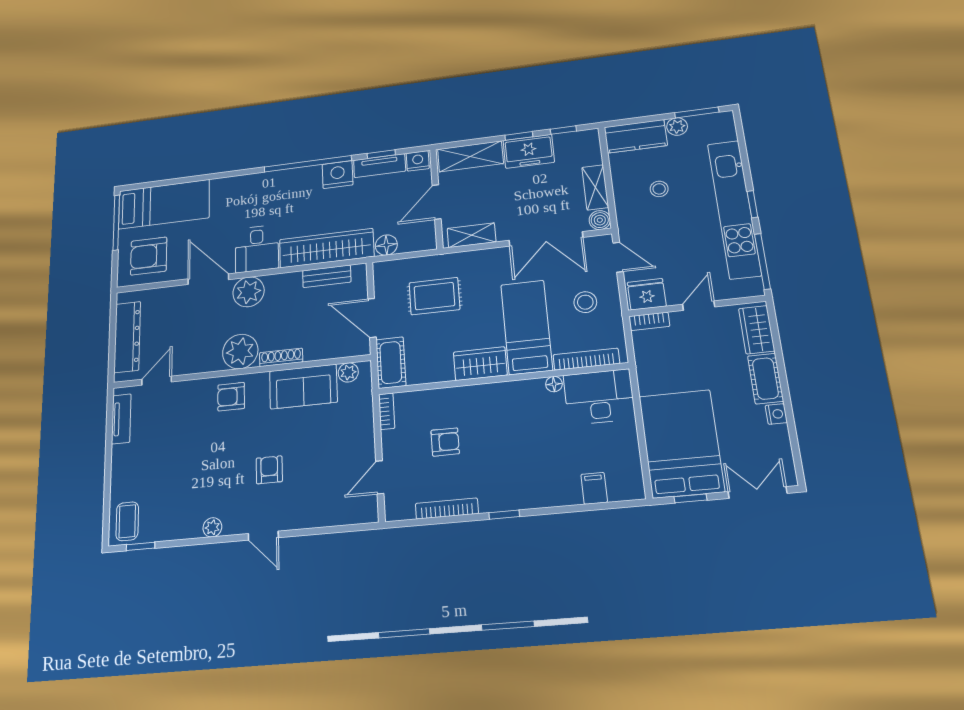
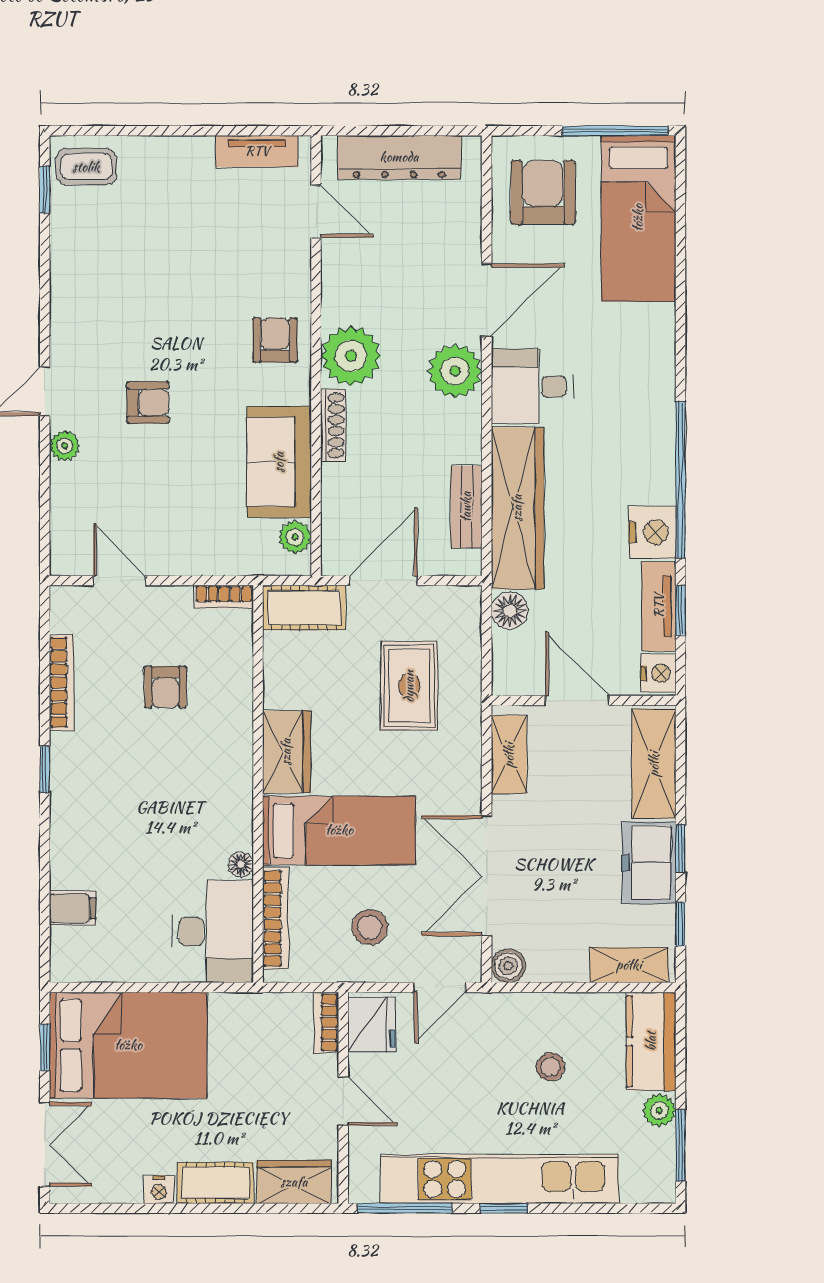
shelving: (595, 187) -> (629, 965), moved
plant: (212, 527) -> (65, 446), moved

